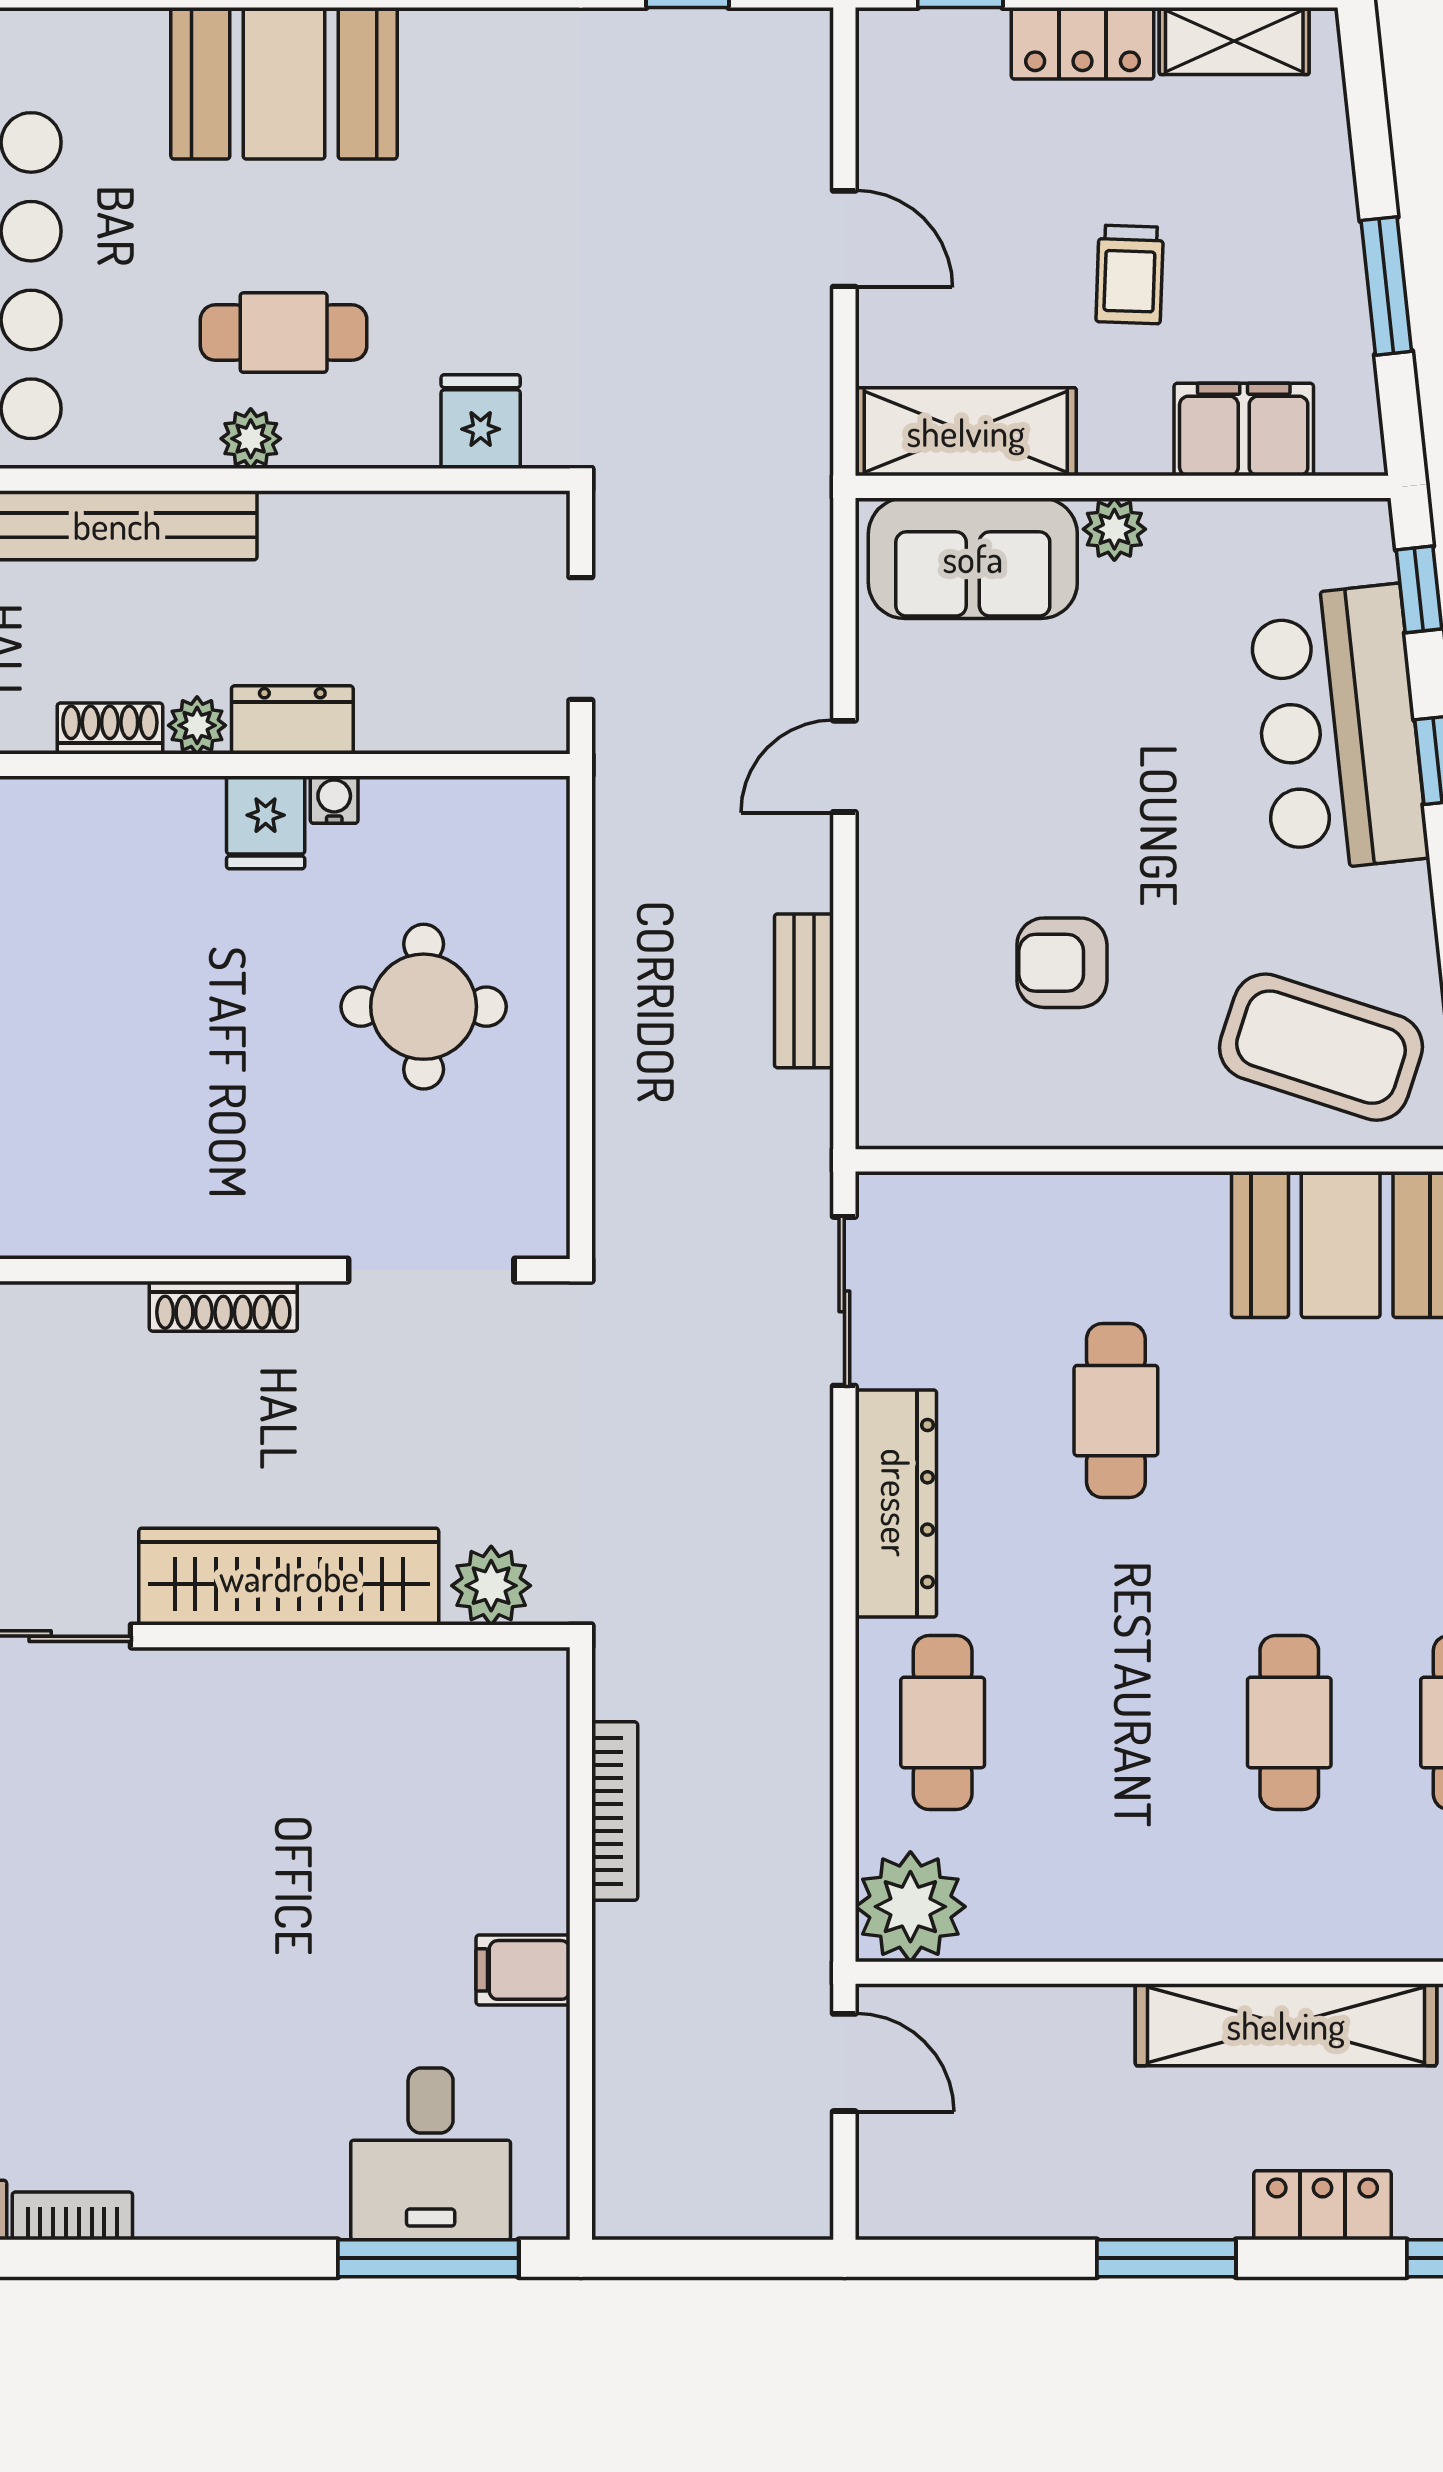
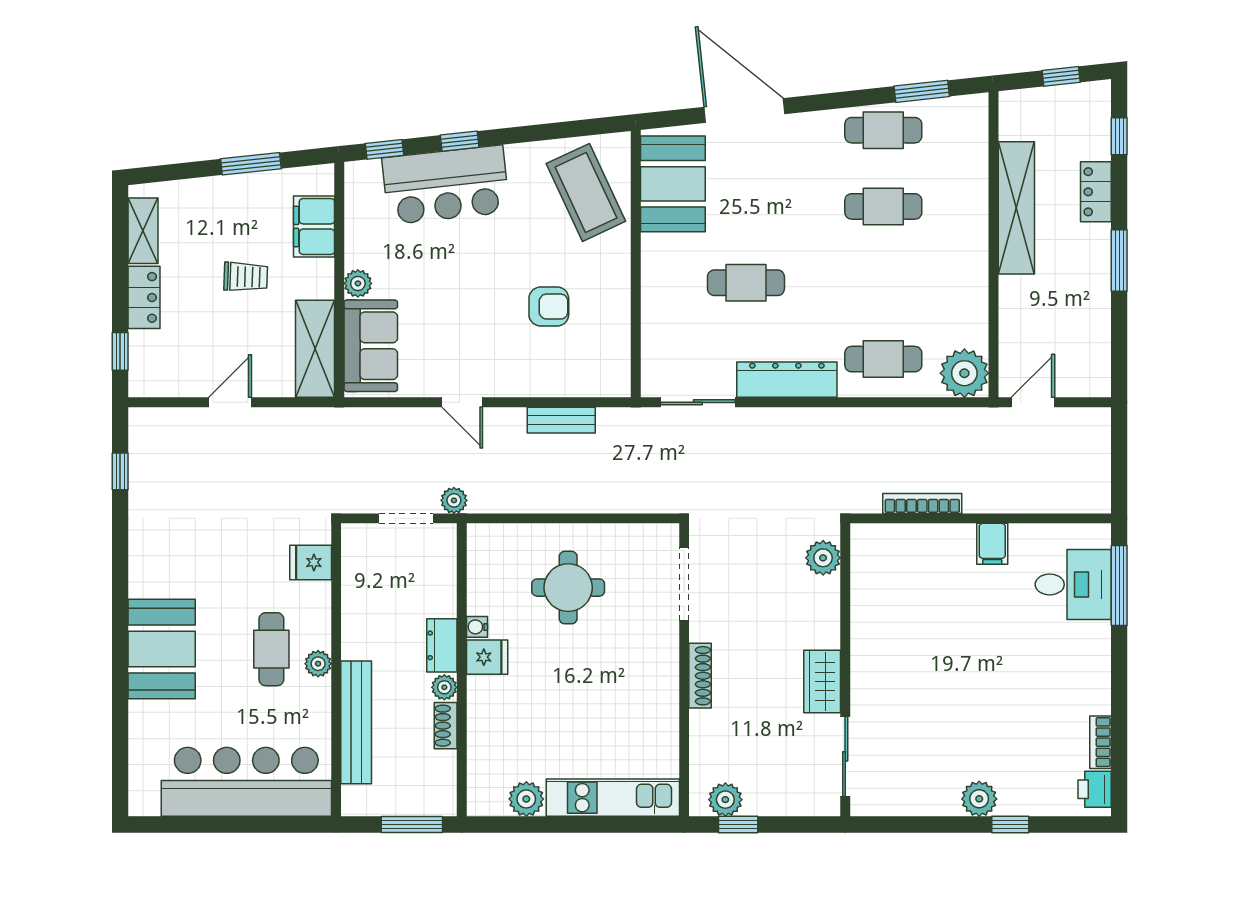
plant: (622, 747) -> (454, 500), added
armchair: (1062, 963) -> (549, 307), turned -90
coffee table: (1321, 1047) -> (586, 192), turned -43
wardrobe: (289, 1577) -> (822, 681), width x0.48, depth x0.85

